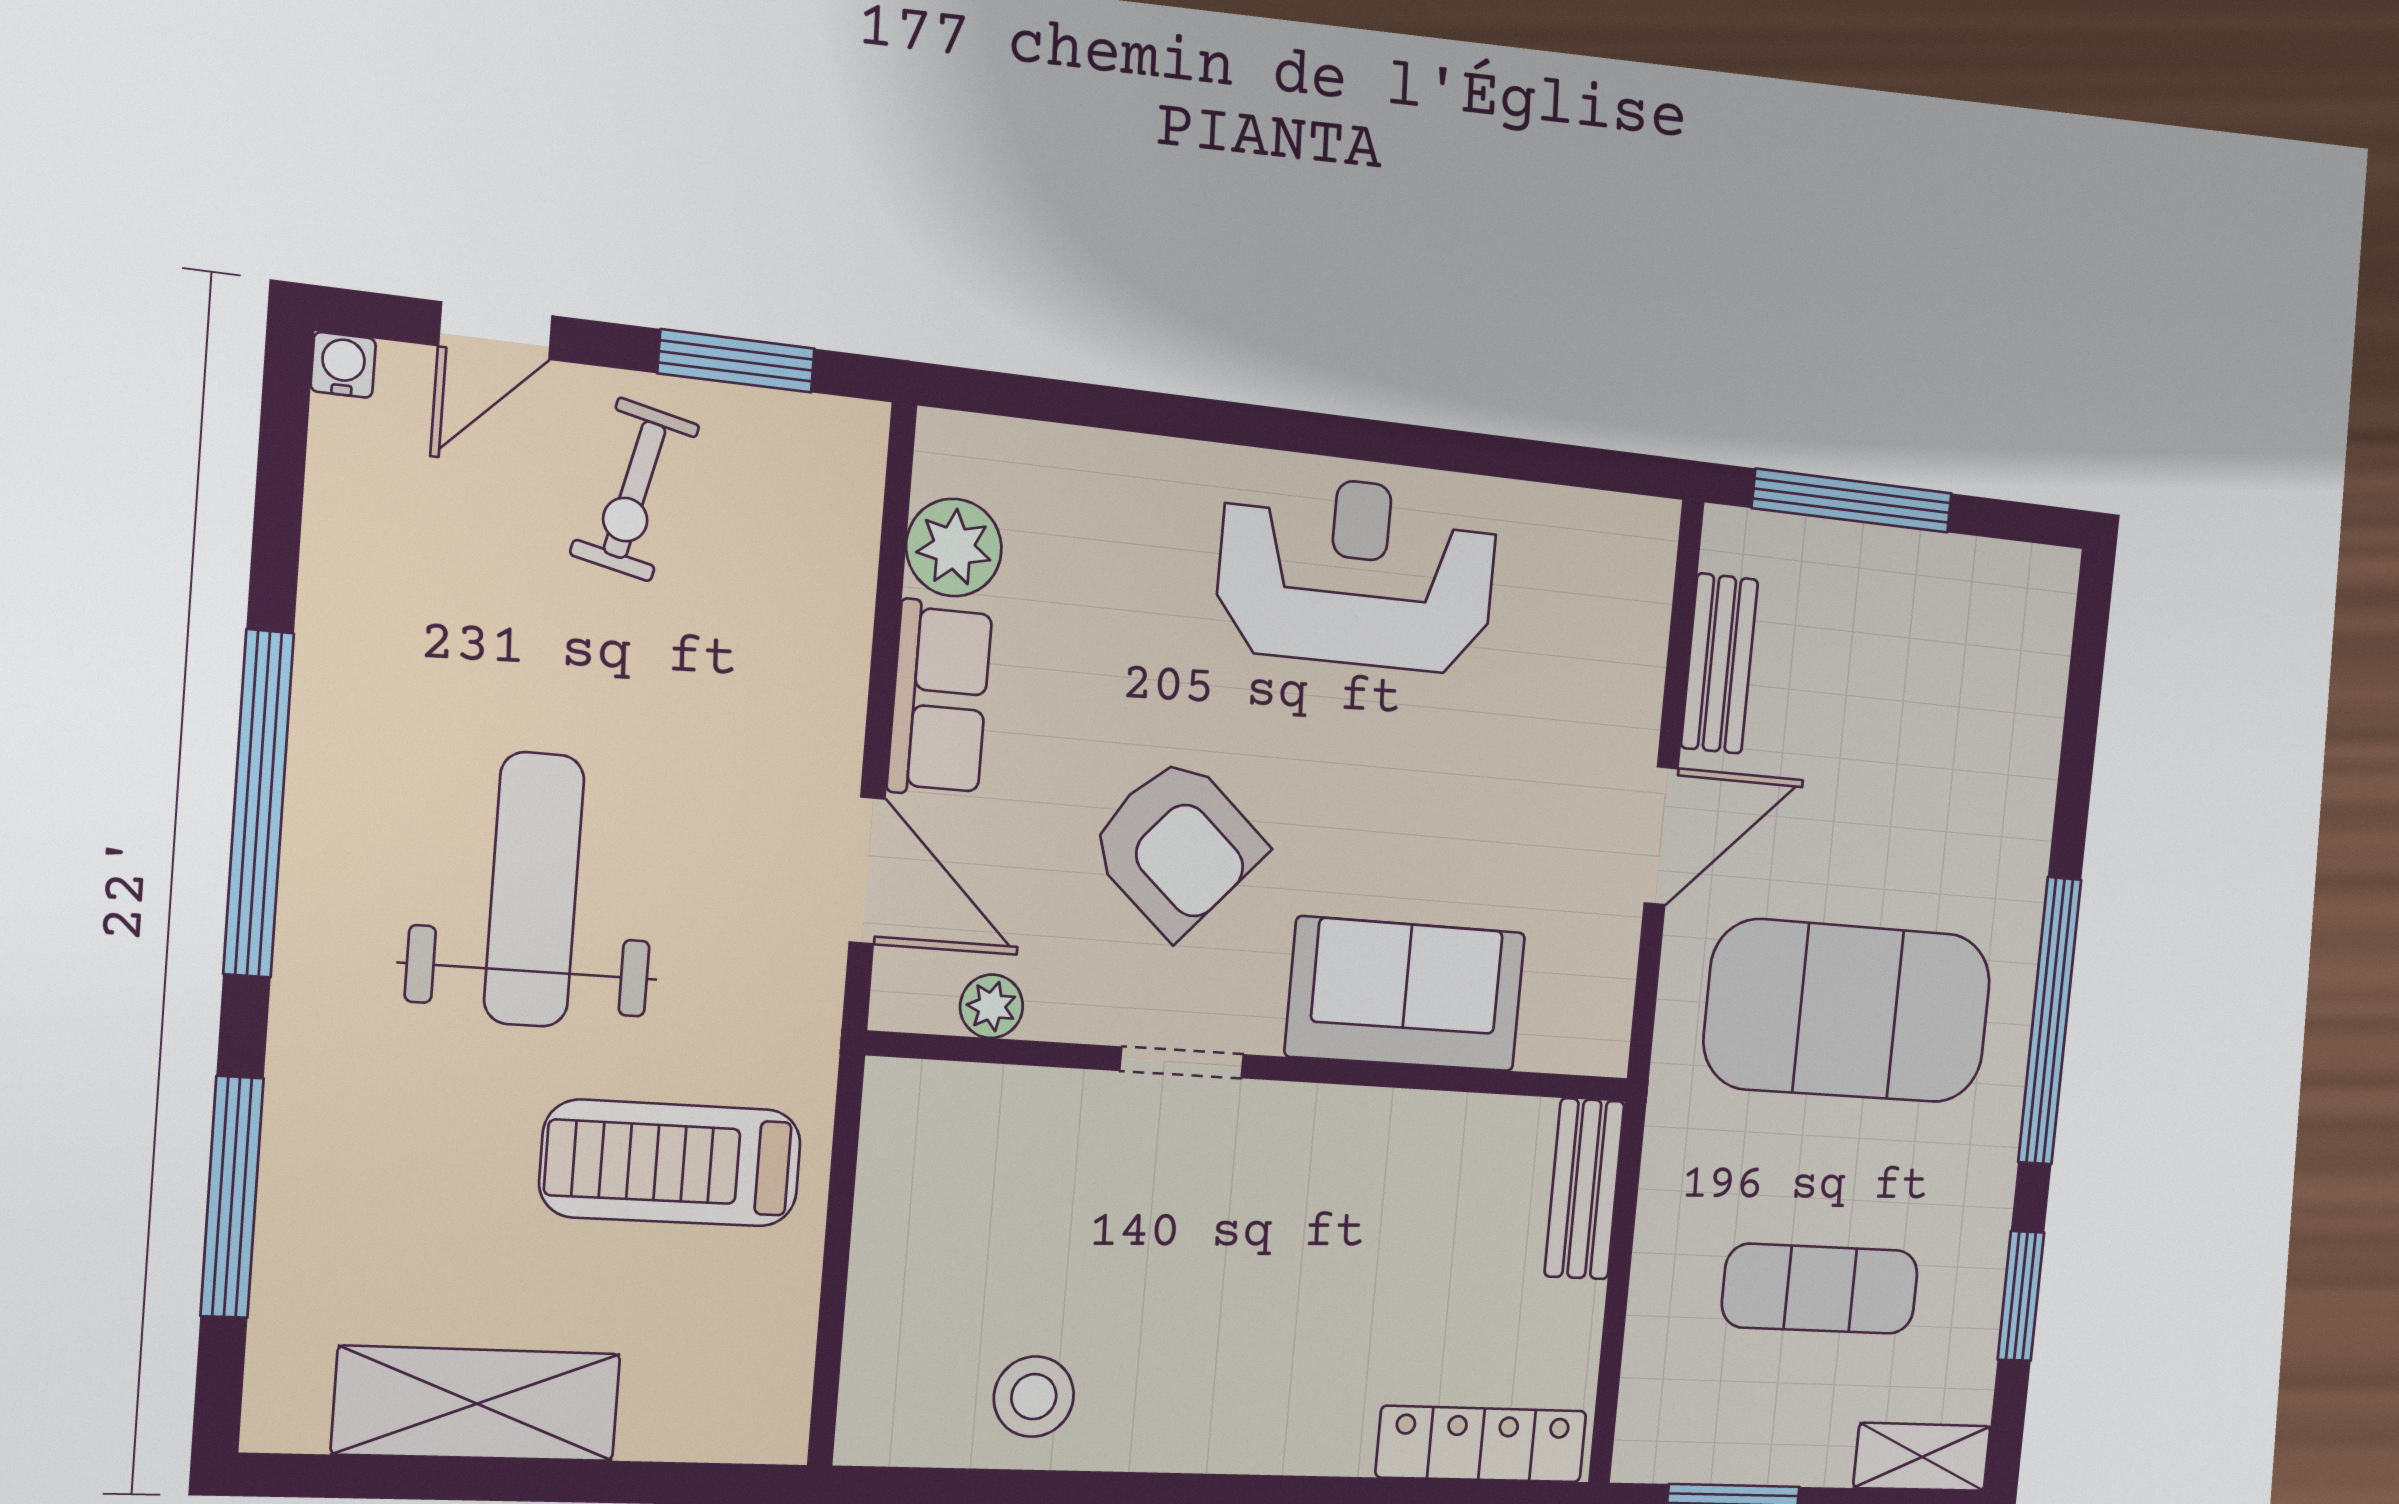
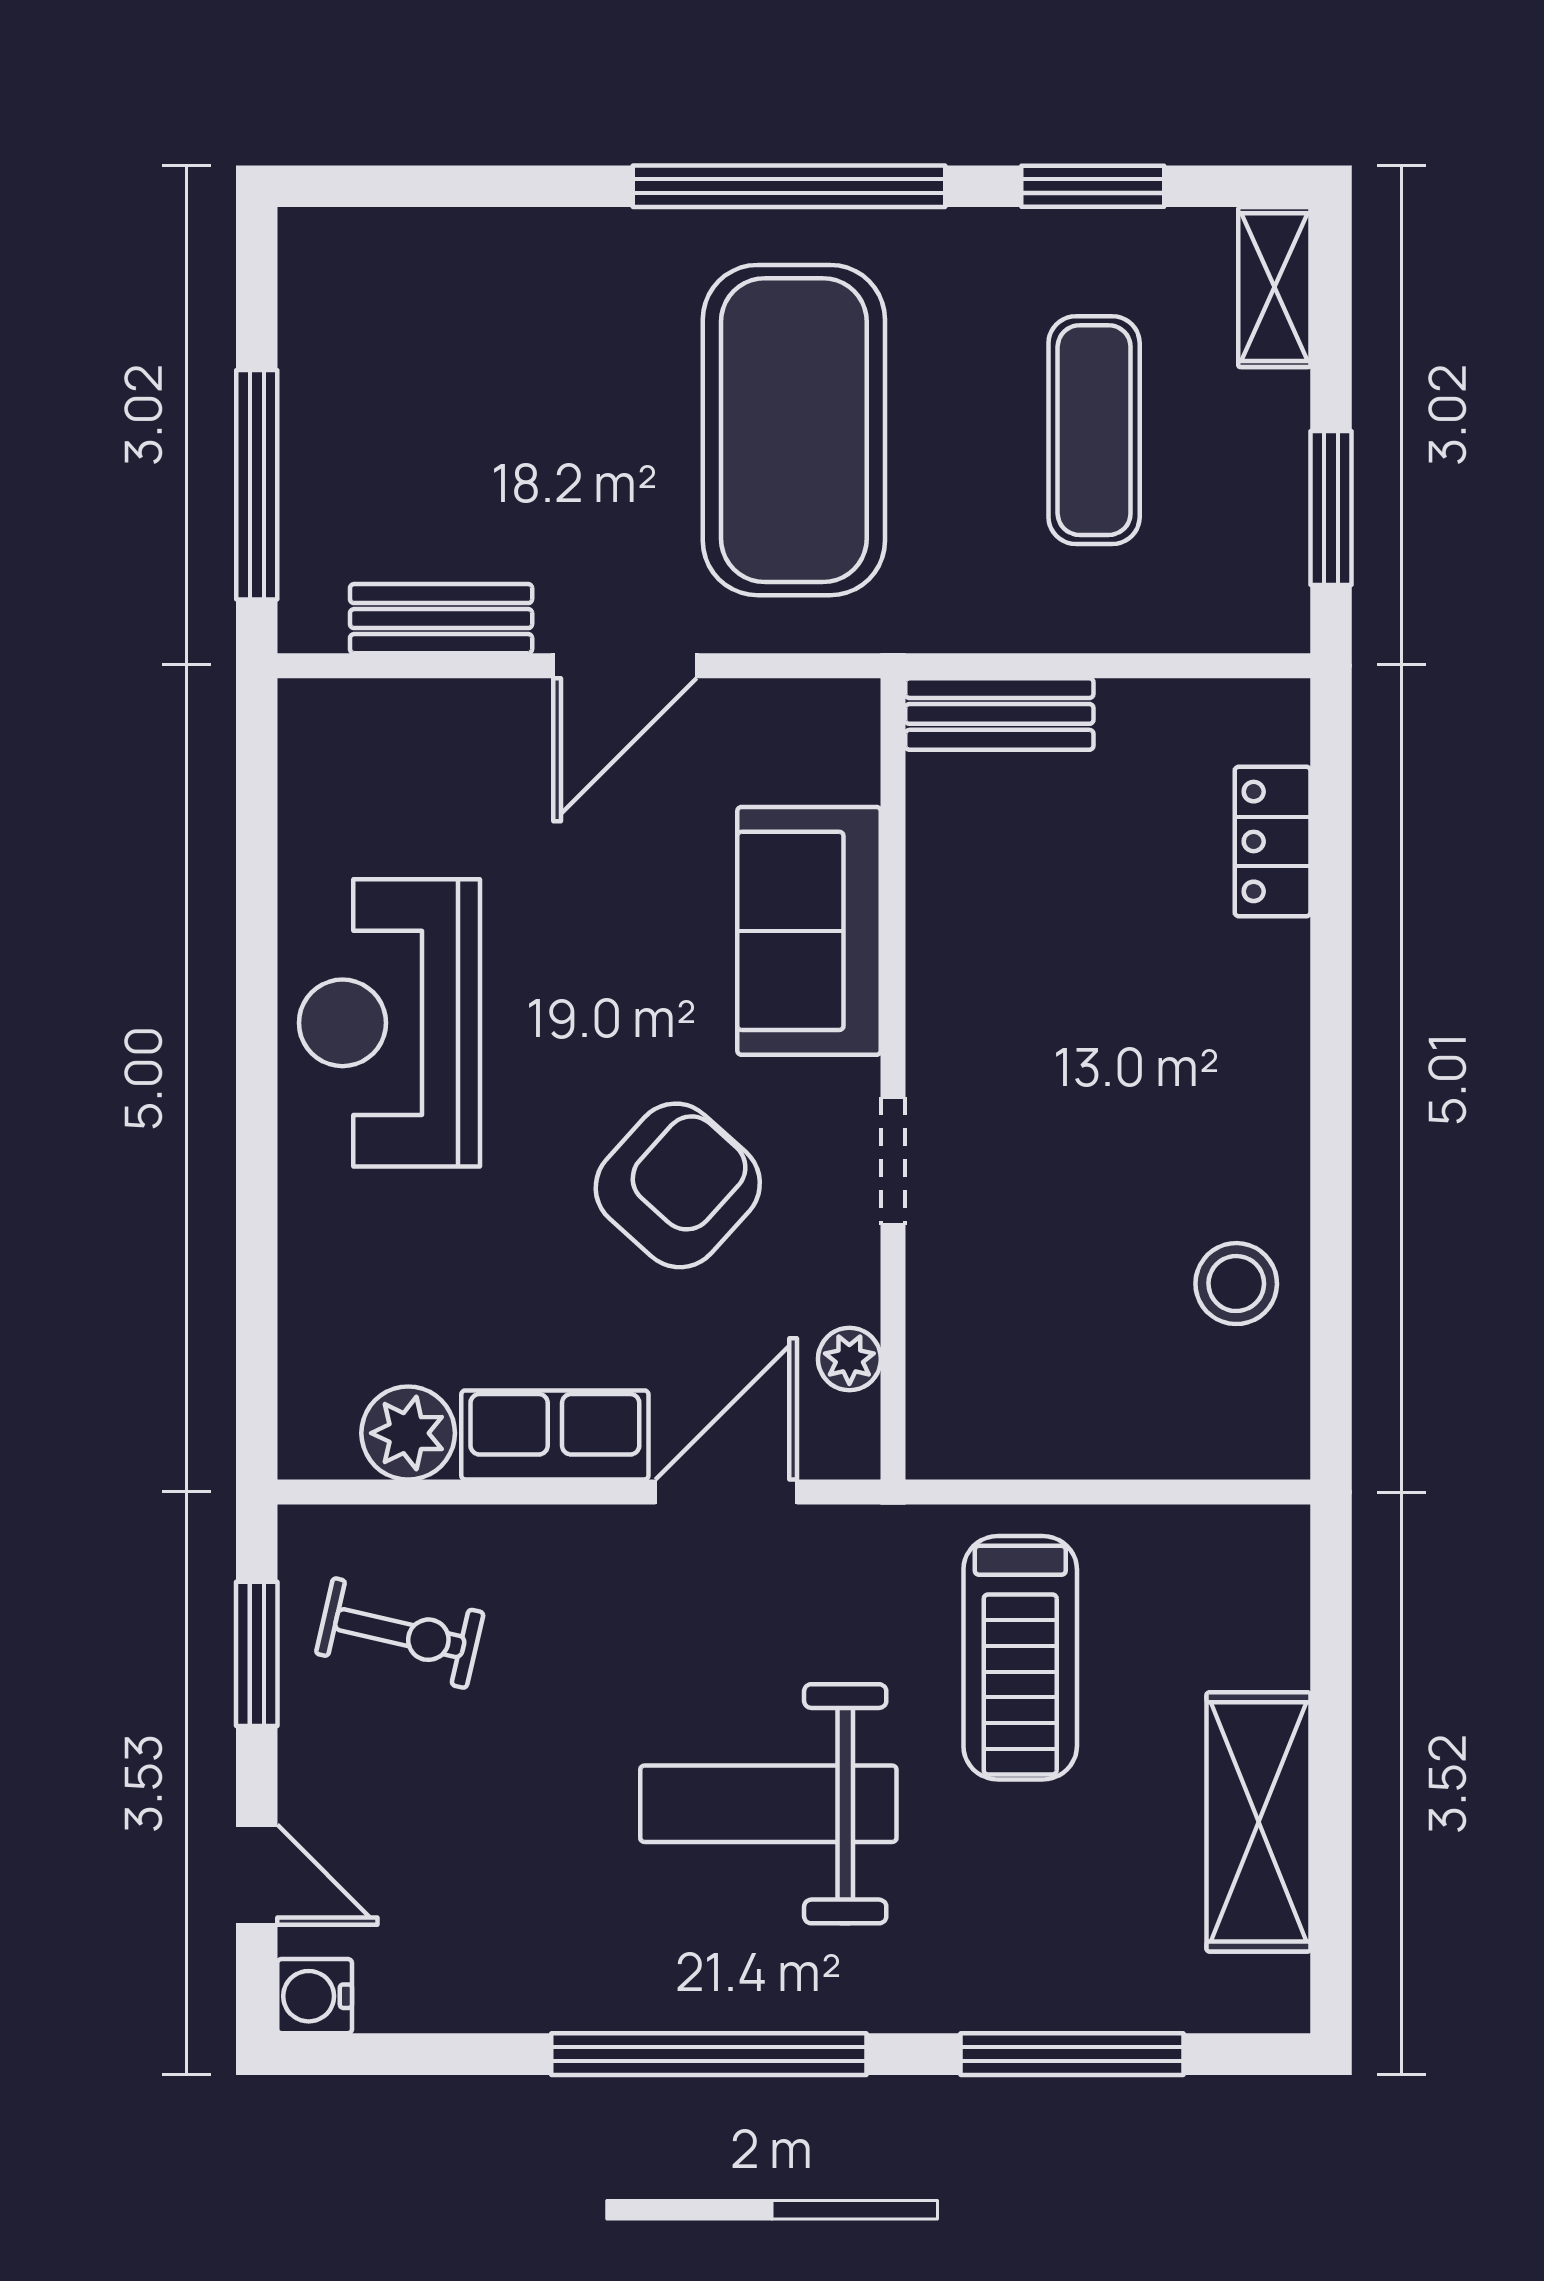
water cooler: (343, 365) -> (315, 1996), width x1.38, depth x1.38
exercise bike: (635, 490) -> (400, 1633), moved
door: (1661, 836) -> (625, 666), swing flipped
locker: (1482, 1444) -> (1273, 841), width x0.66

